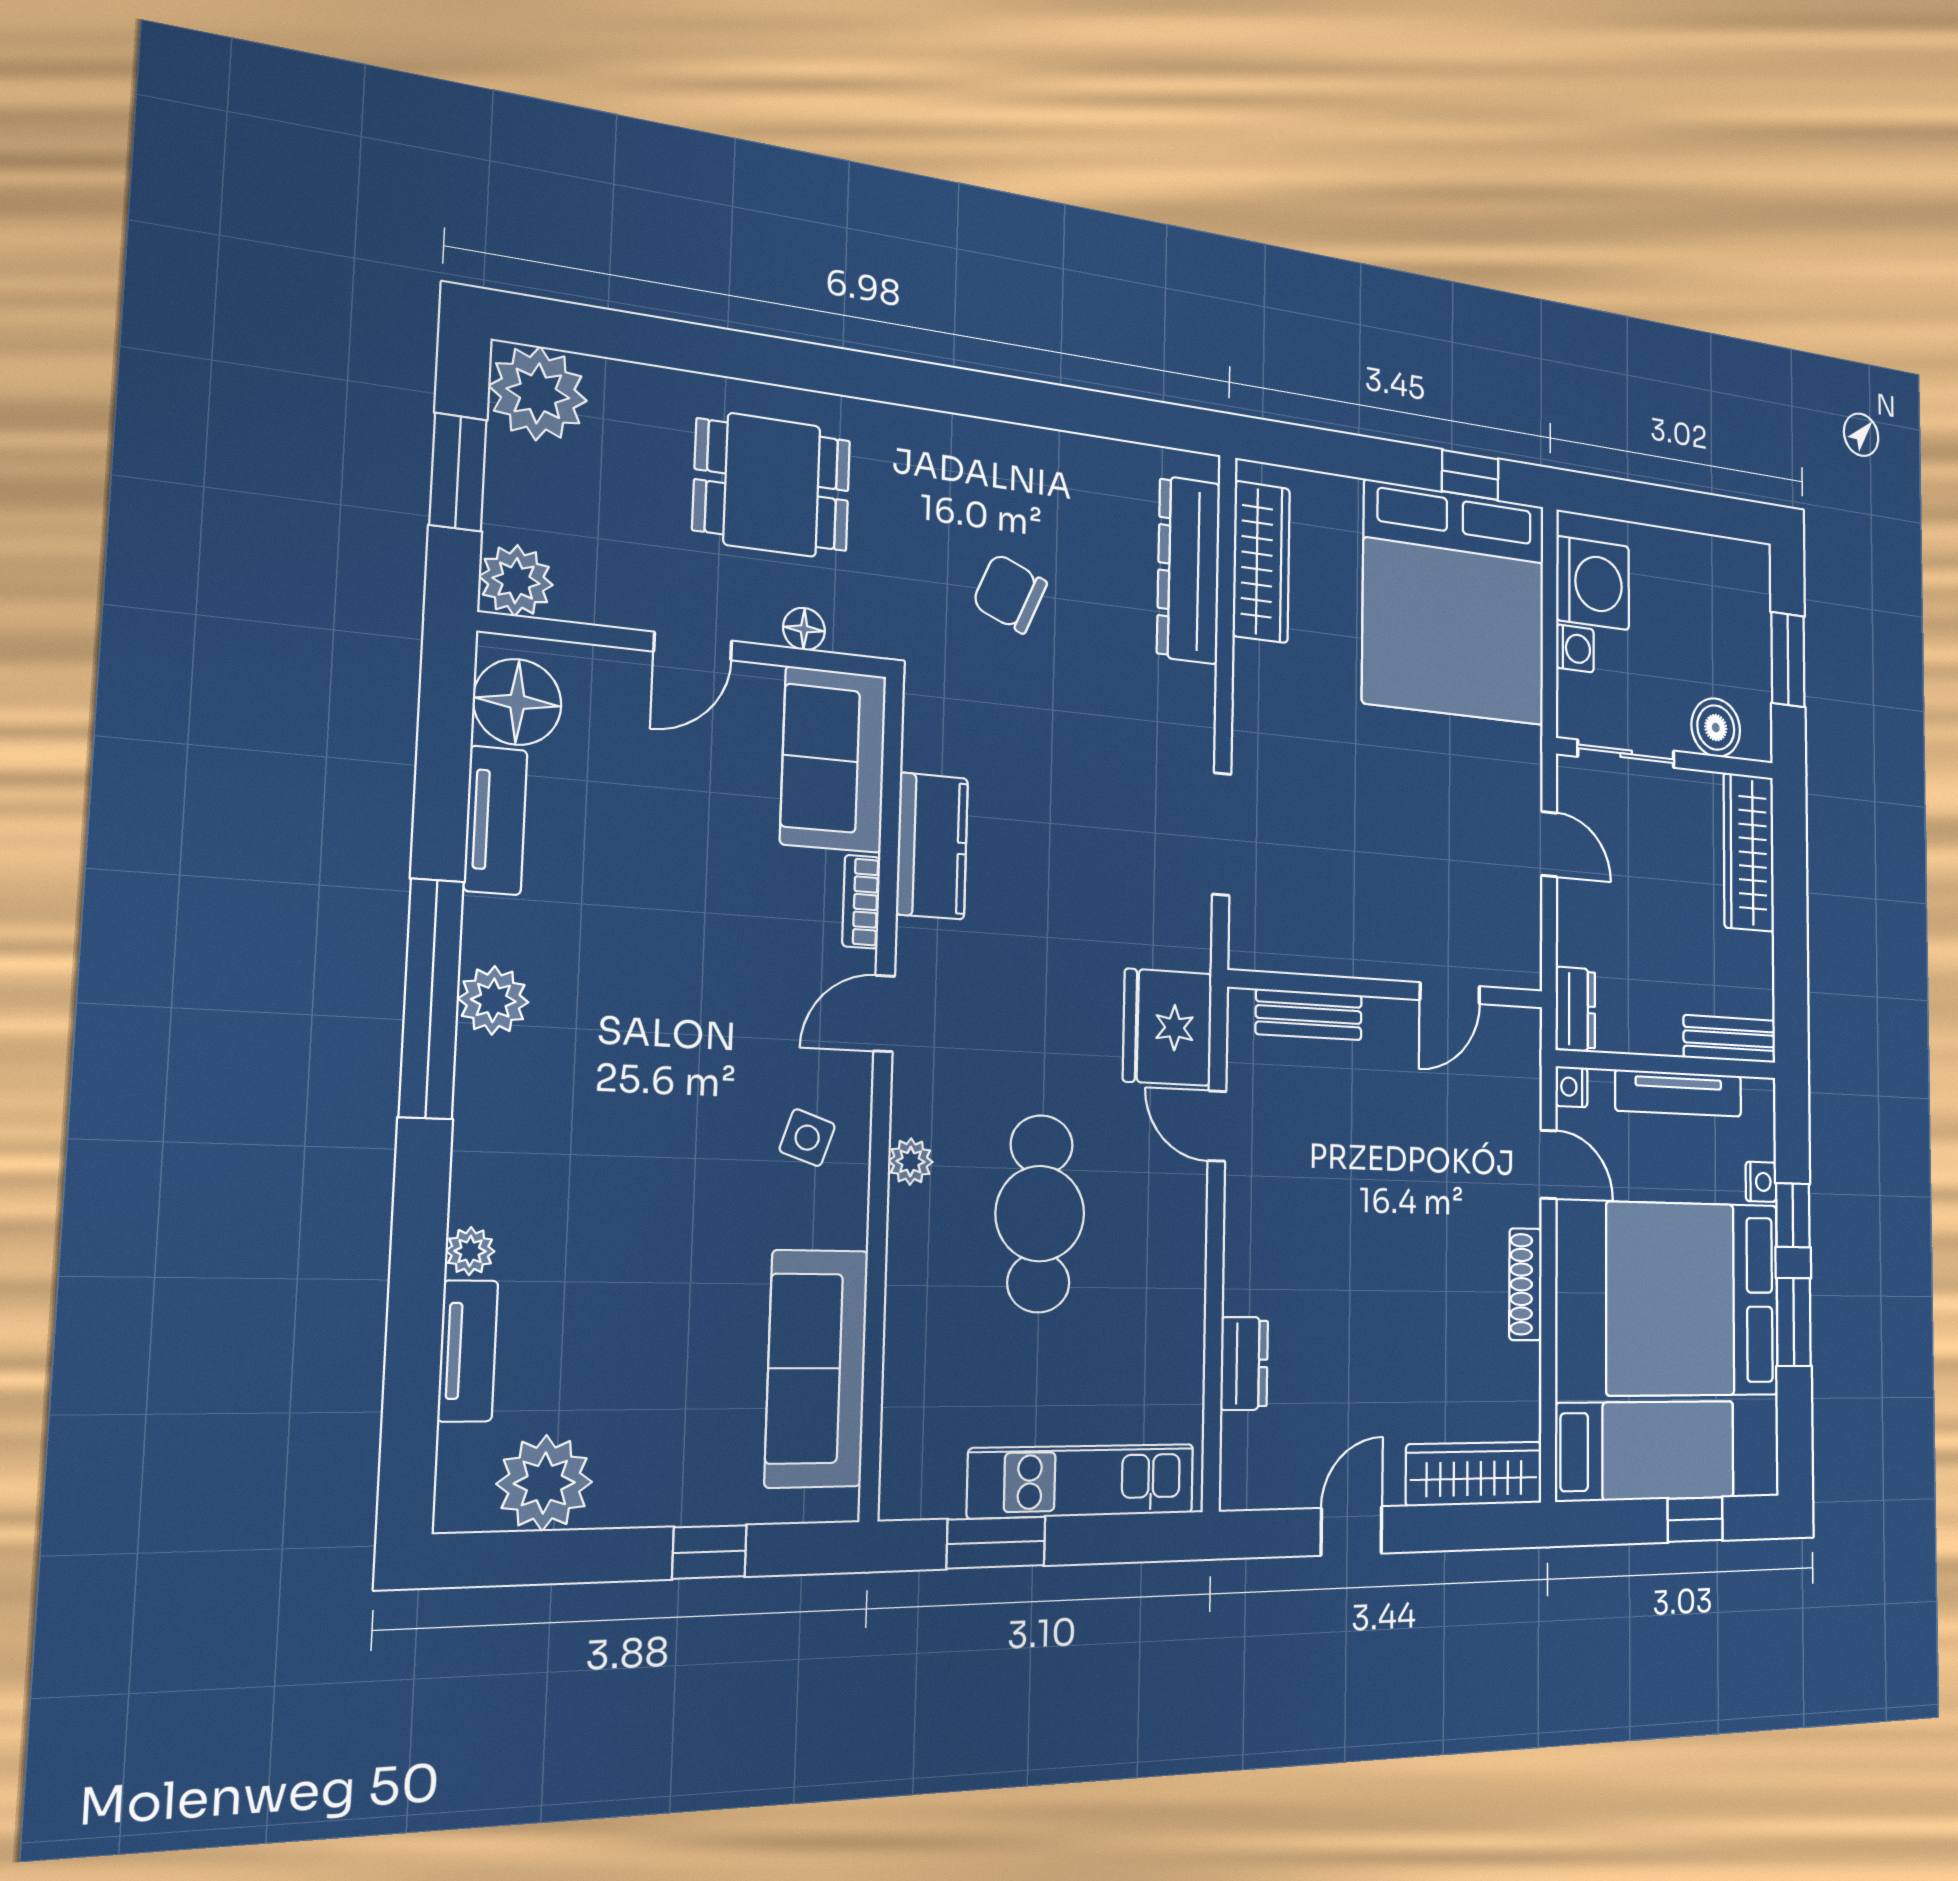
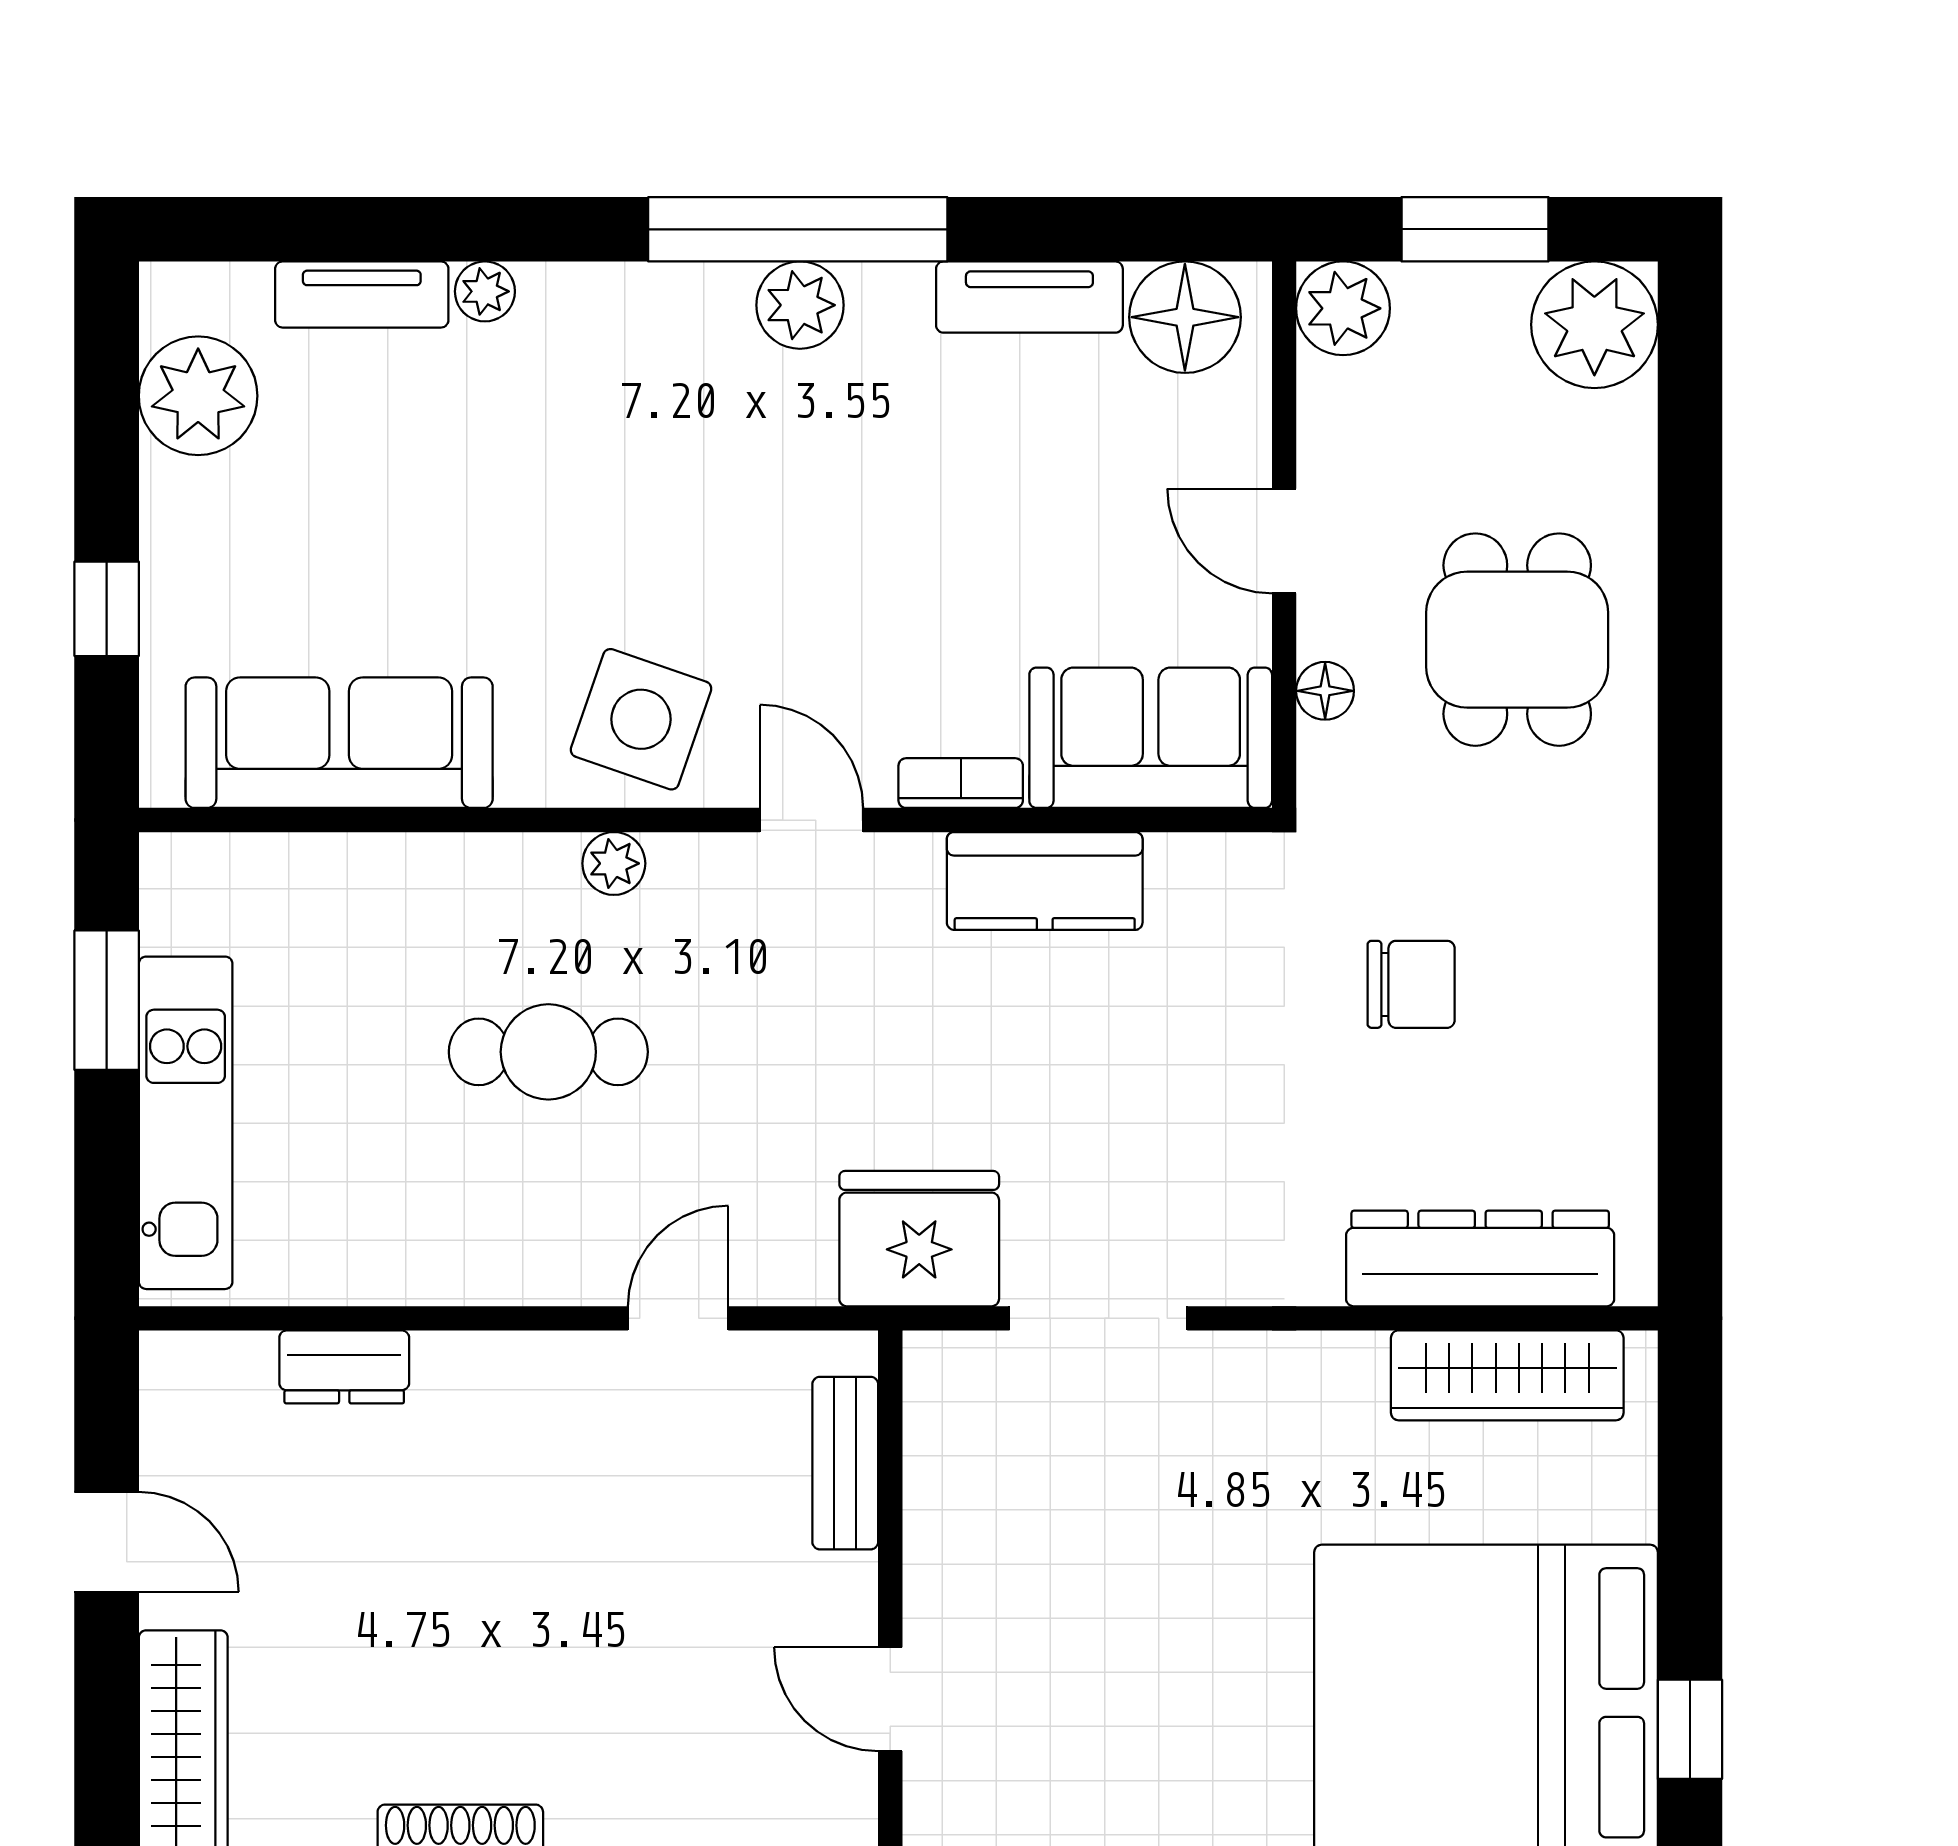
chair: (1010, 593) -> (1411, 984), turned 67
fridge: (1168, 1027) -> (919, 1239), moved
side table: (807, 1138) -> (641, 719), width x1.87, depth x1.87
cafe table: (1040, 1214) -> (548, 1052), width x0.73, depth x0.74

